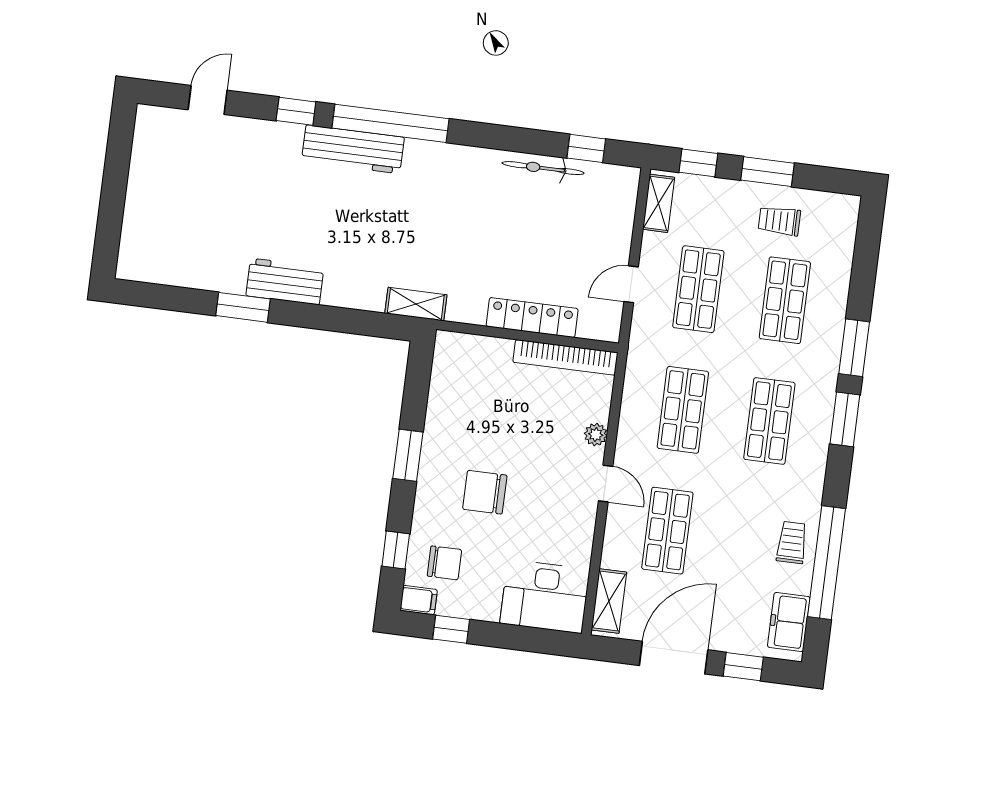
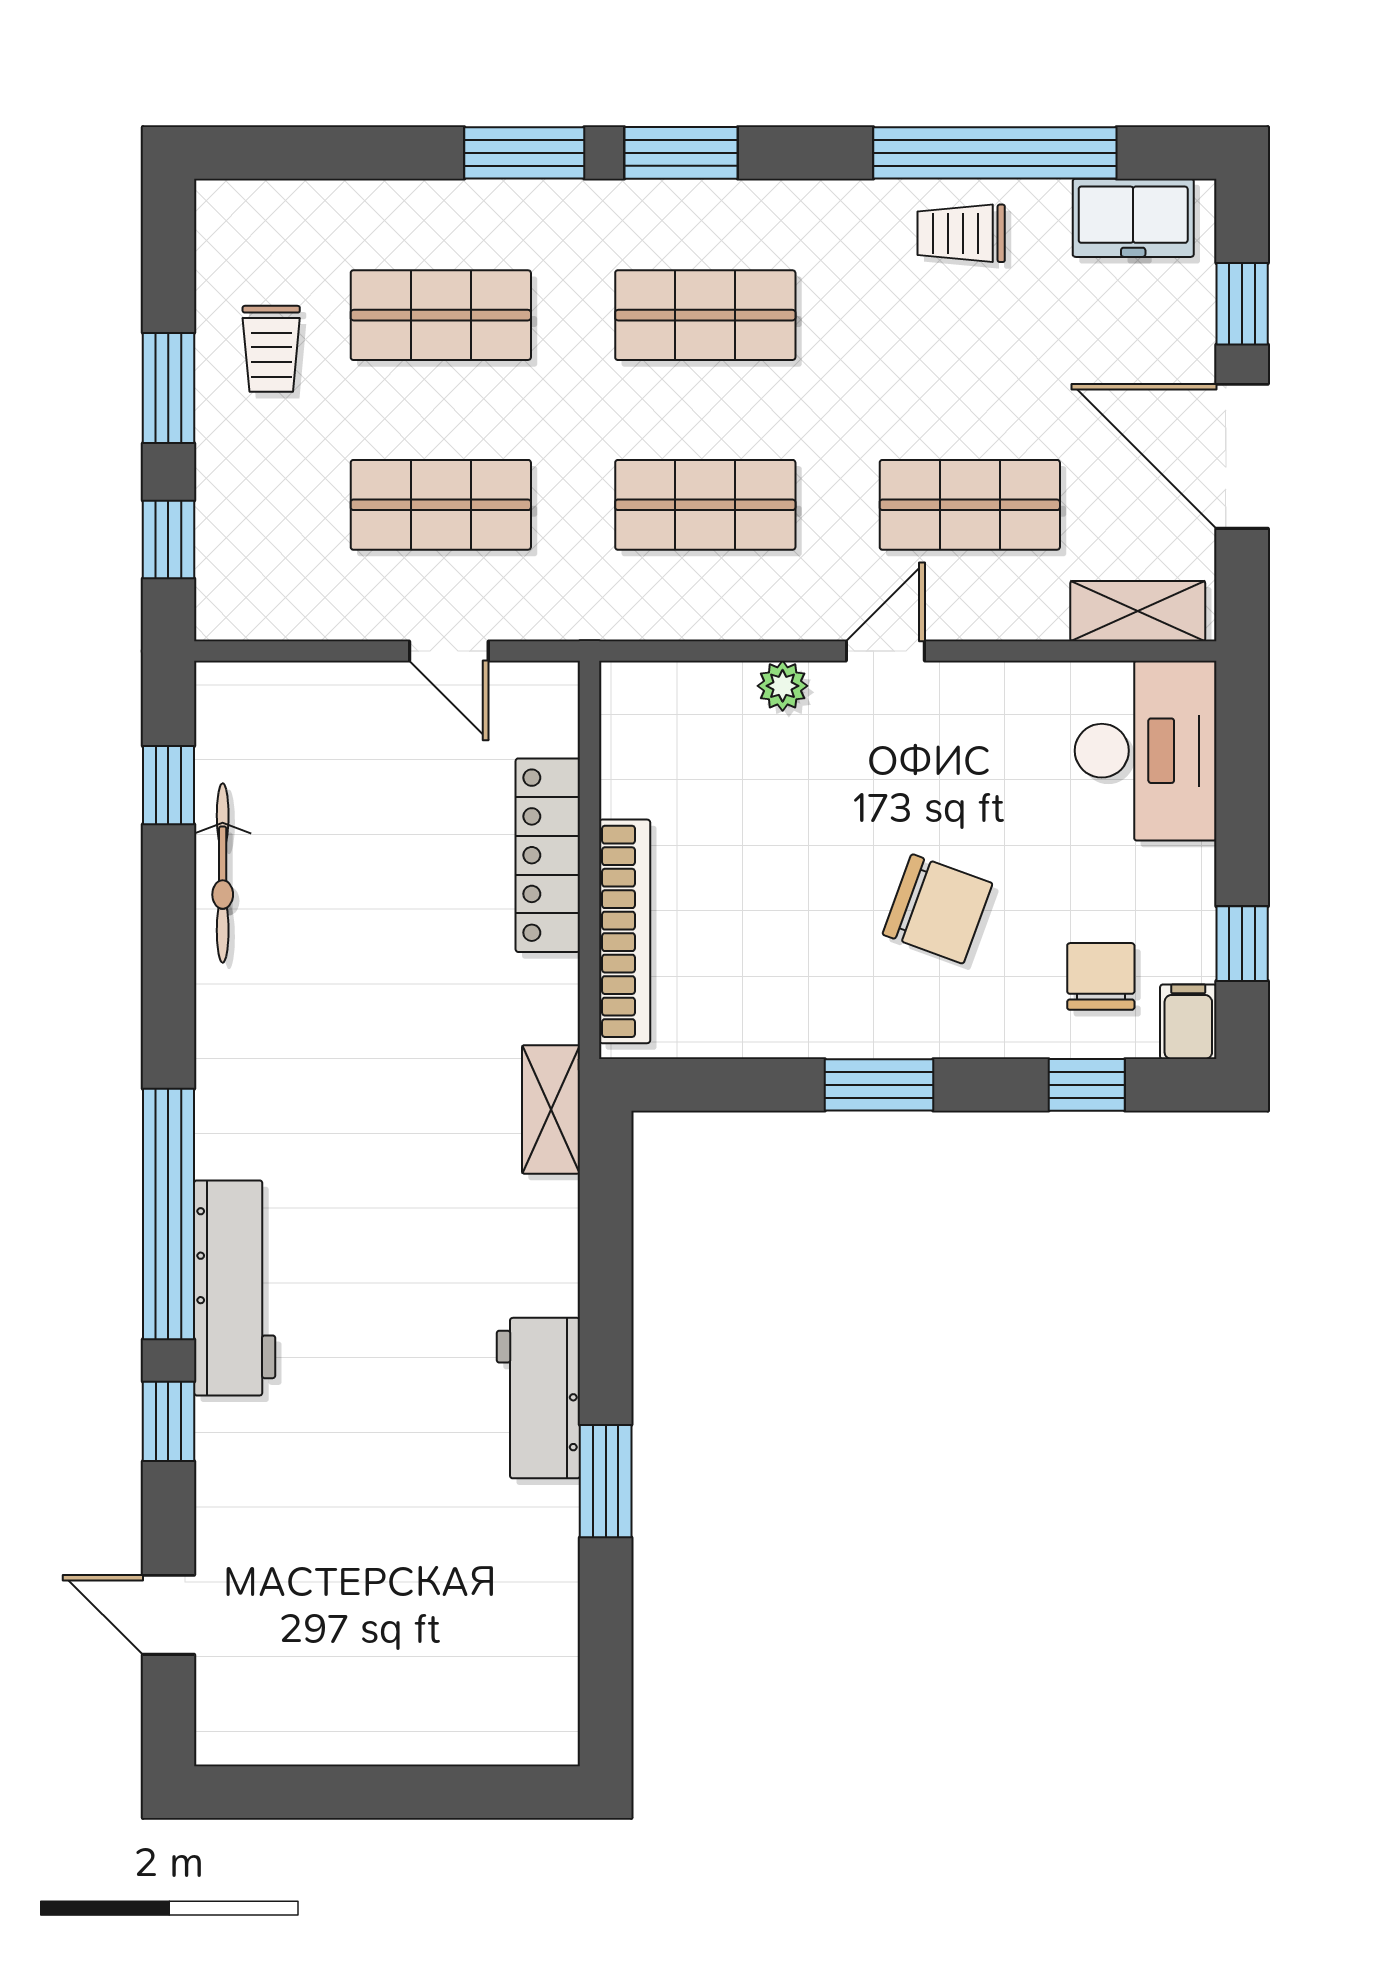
shelving: (659, 203) -> (267, 614), removed
bookcase: (565, 357) -> (625, 931), moved
chair: (485, 492) -> (937, 909), turned -70

